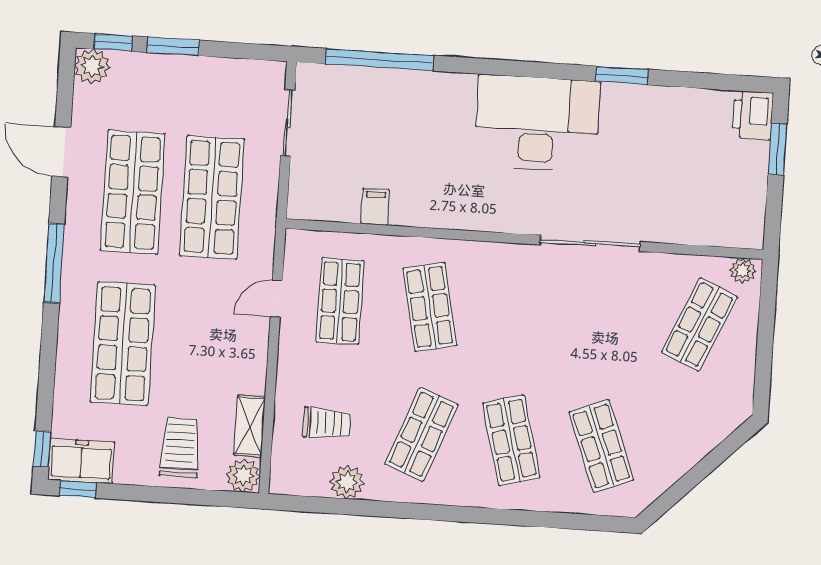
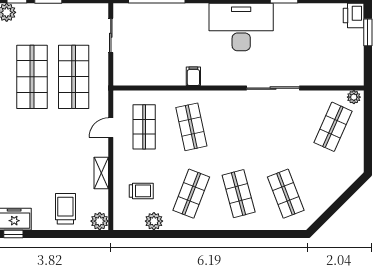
filing cabinet: (375, 207) -> (193, 76), moved
shop shelf: (123, 344) -> (32, 156), removed
shelving: (250, 426) -> (101, 173), moved

